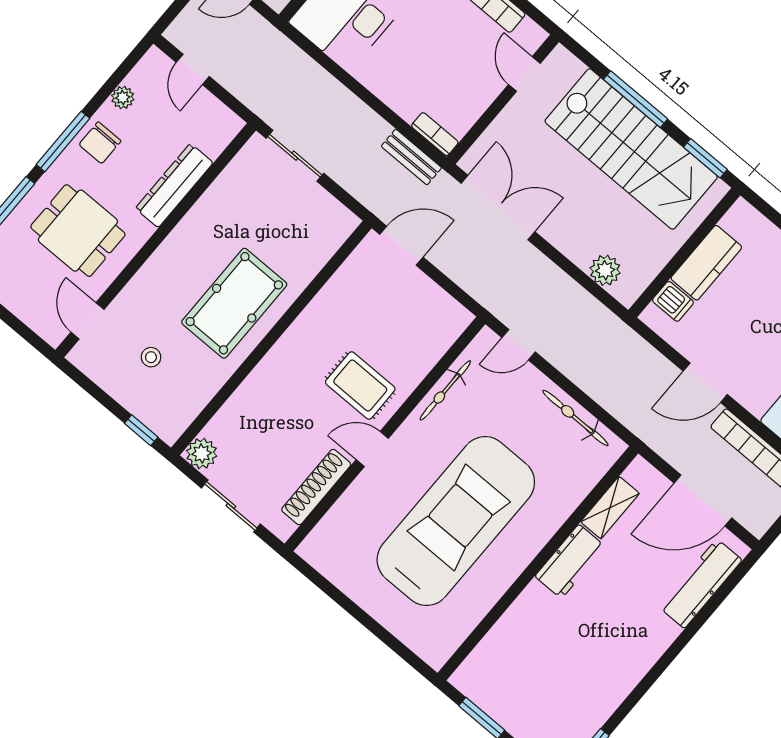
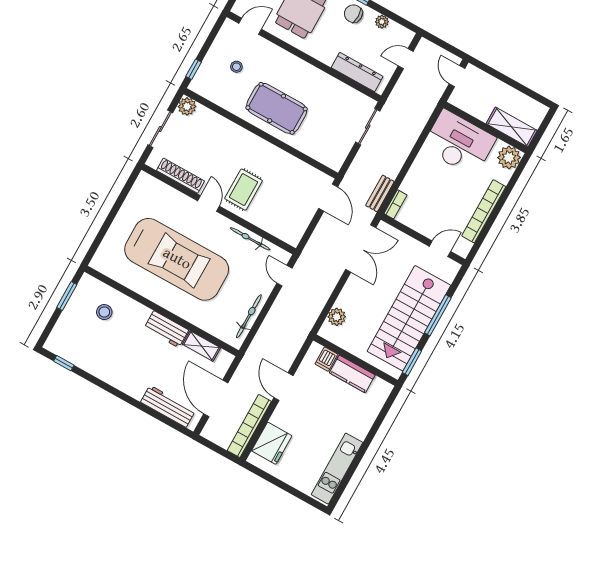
dresser: (174, 186) -> (357, 72), moved
stool: (521, 660) -> (104, 312), added

